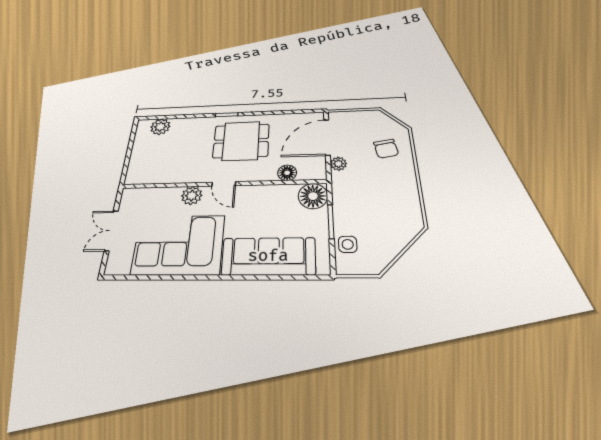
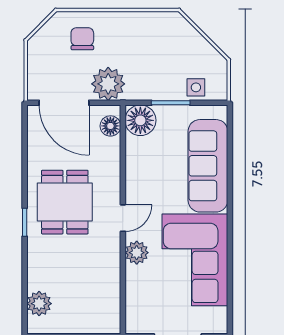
chair: (386, 149) -> (82, 39), turned -80
plant: (338, 164) -> (108, 84), width x1.87, depth x1.87
floor lamp: (287, 173) -> (110, 126), moved

